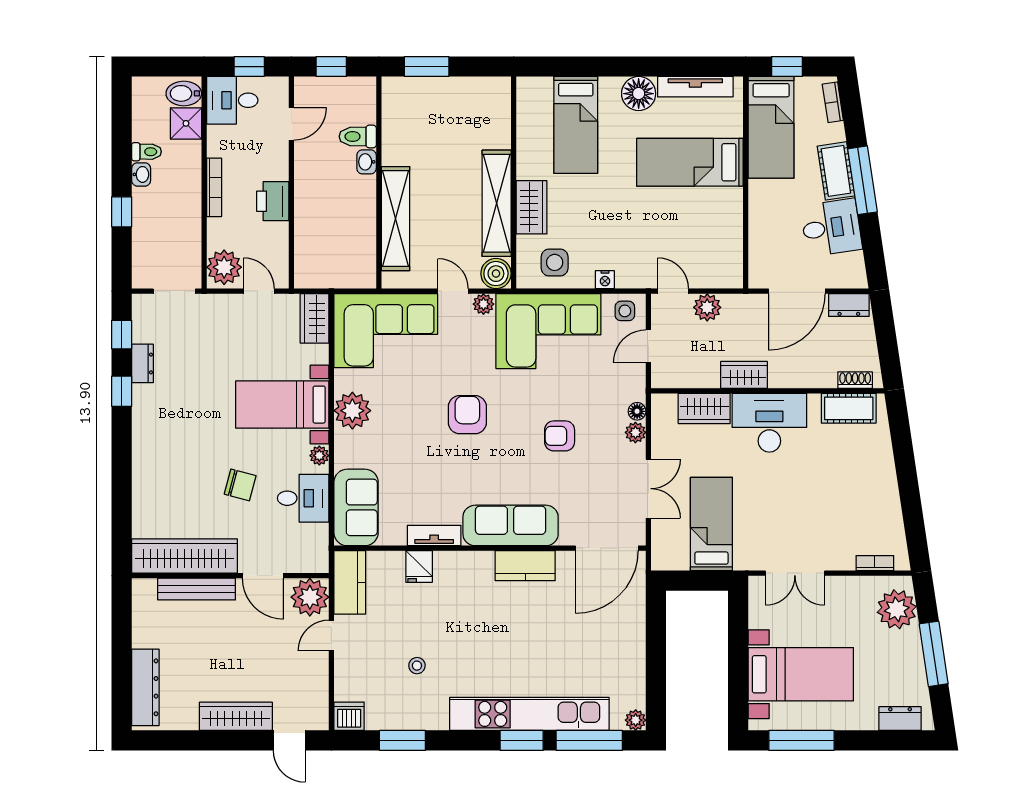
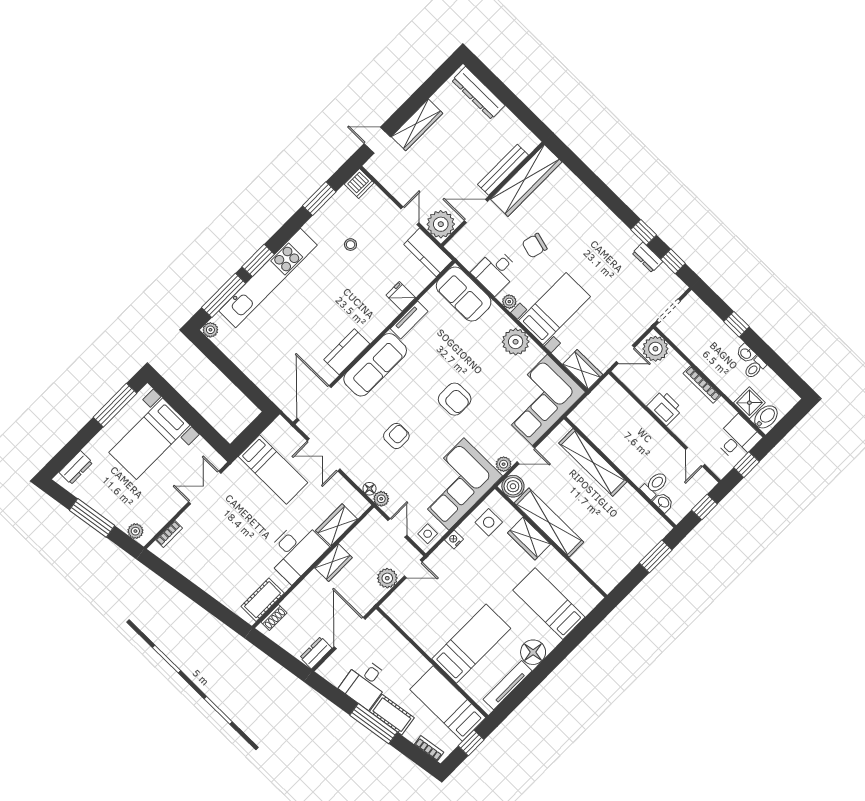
washbasin: (367, 162) -> (663, 502), moved
plant: (635, 432) -> (381, 499), moved
plant: (897, 609) -> (135, 531), width x0.53, depth x0.53

